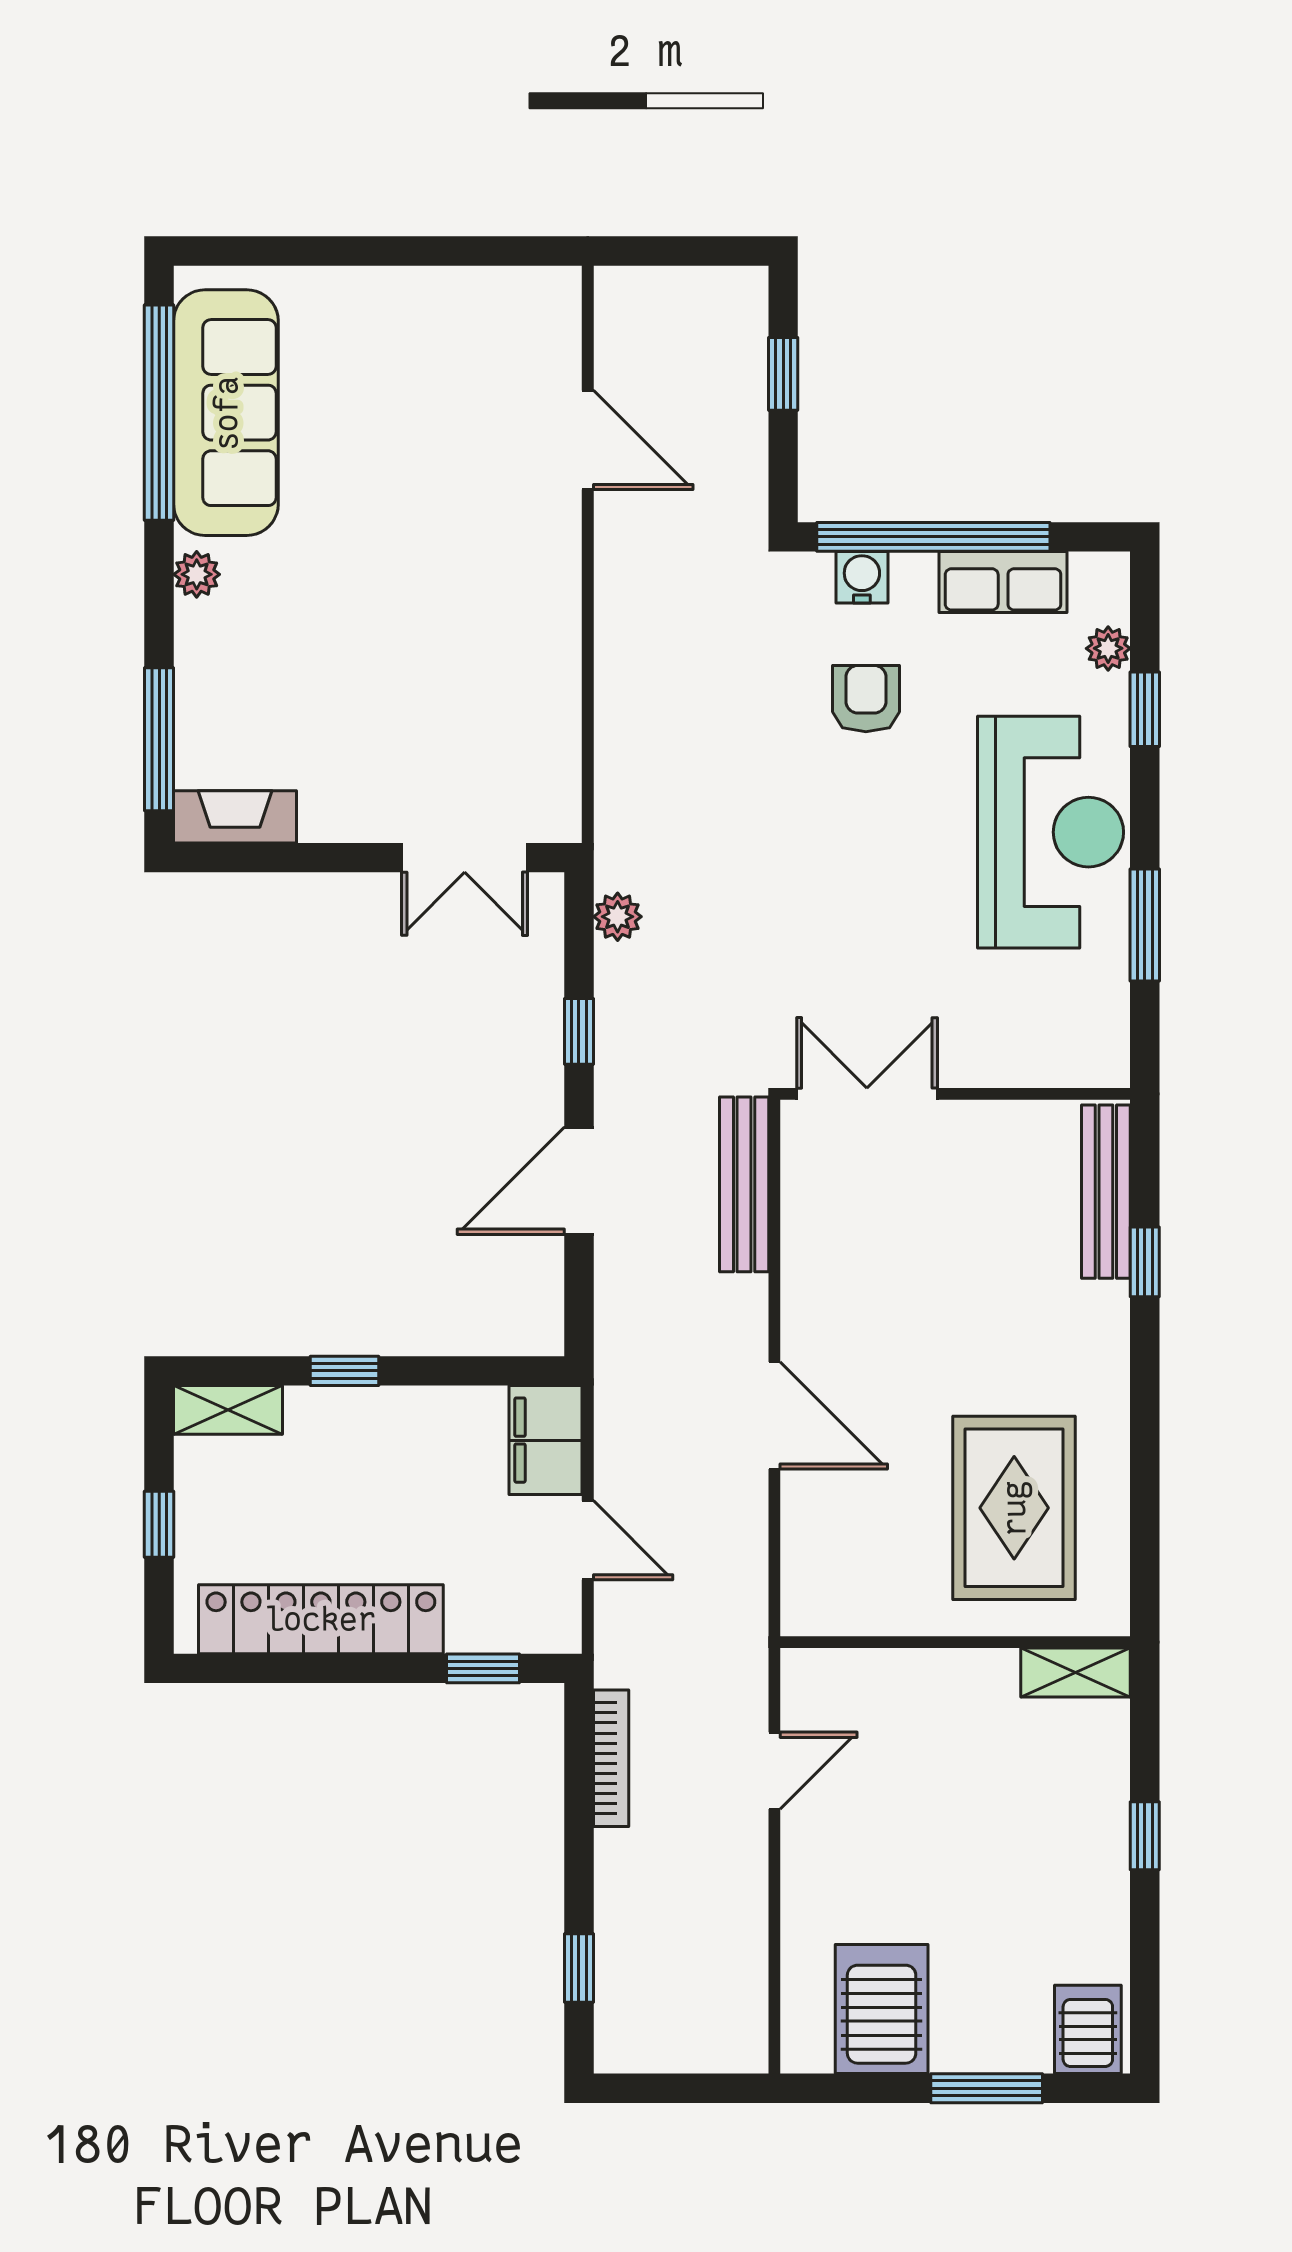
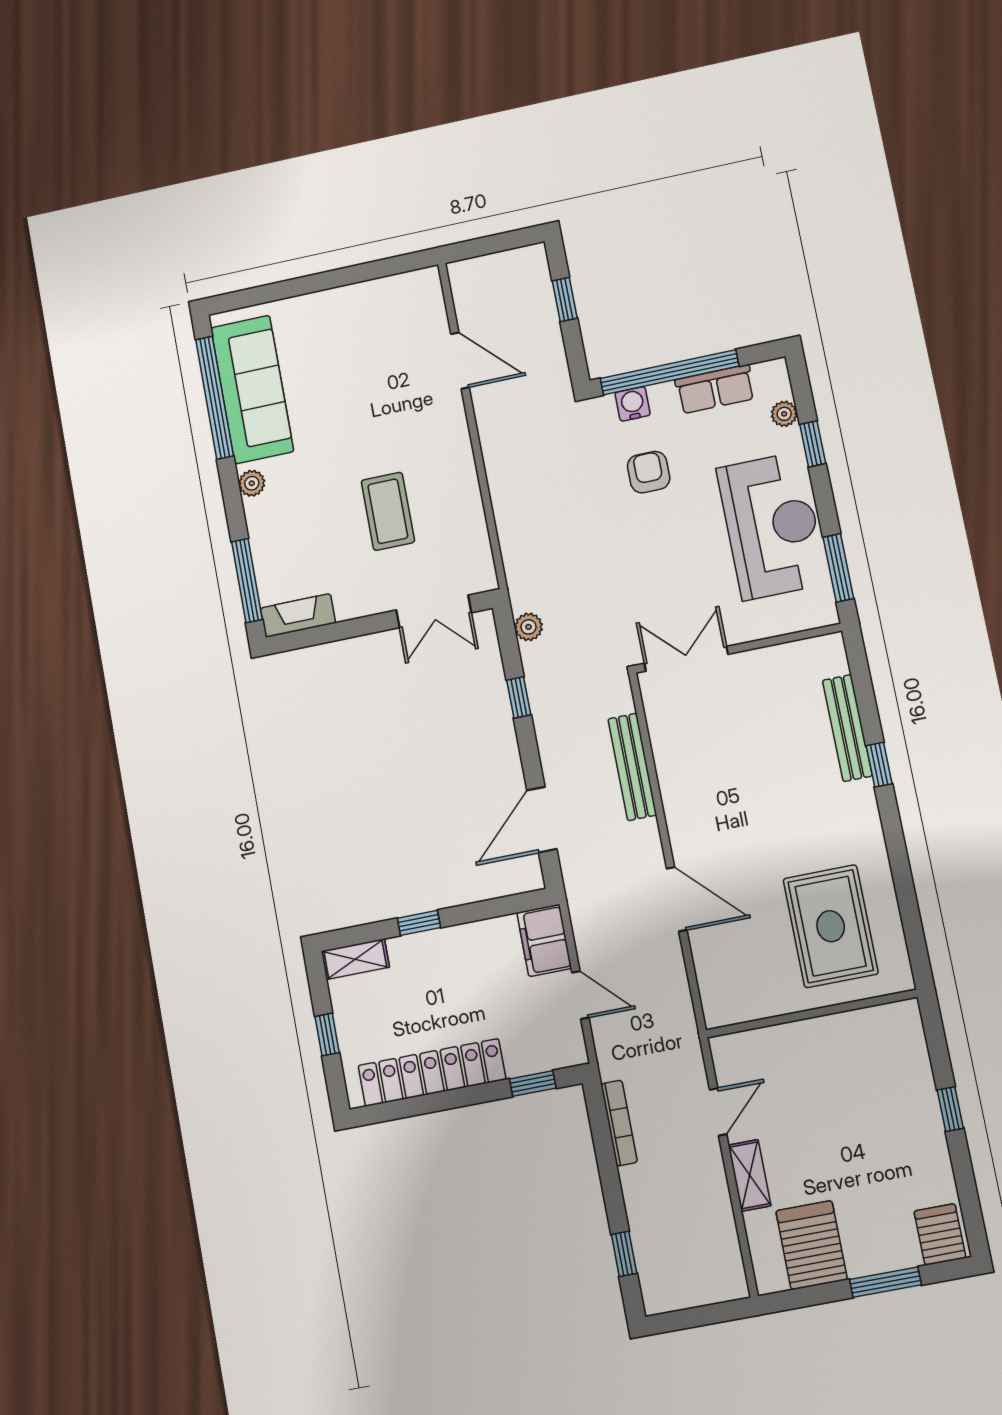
coffee table: (419, 672) -> (388, 511), added
double door: (867, 1094) -> (686, 659), moved
wall: (955, 1094) -> (738, 648), moved
door: (579, 1181) -> (542, 820), moved
shelving: (1075, 1673) -> (750, 1175), moved, turned 90

